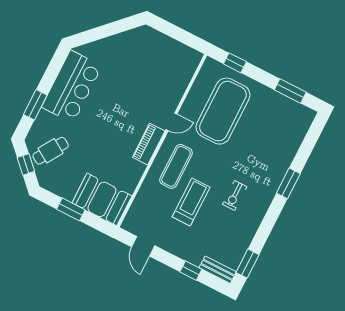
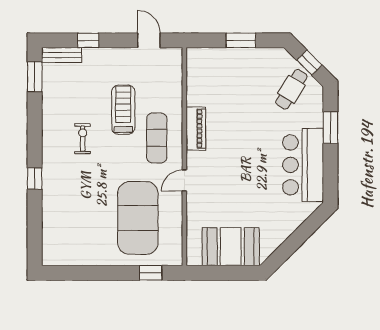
window: (290, 91) -> (80, 273), removed
piano: (149, 144) -> (196, 129), moved
window: (288, 183) -> (35, 179), width x0.67
booth: (102, 199) -> (231, 247), moved
treadmill: (191, 202) -> (123, 110), turned 180

